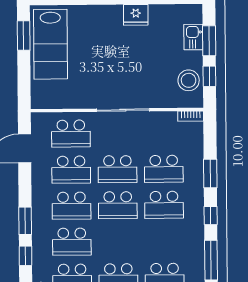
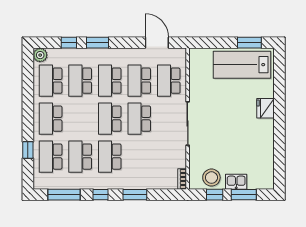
fridge: (136, 15) -> (266, 108), moved
kitchen sink: (193, 37) -> (236, 182), moved
school desk: (164, 169) -> (80, 157), moved

